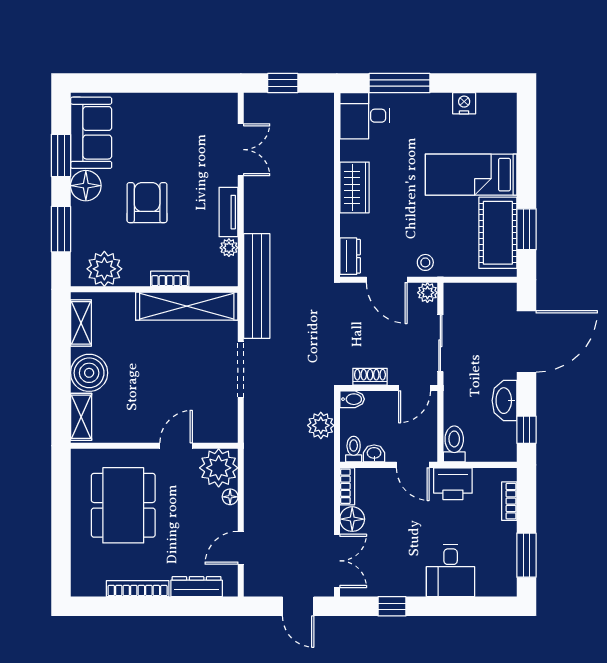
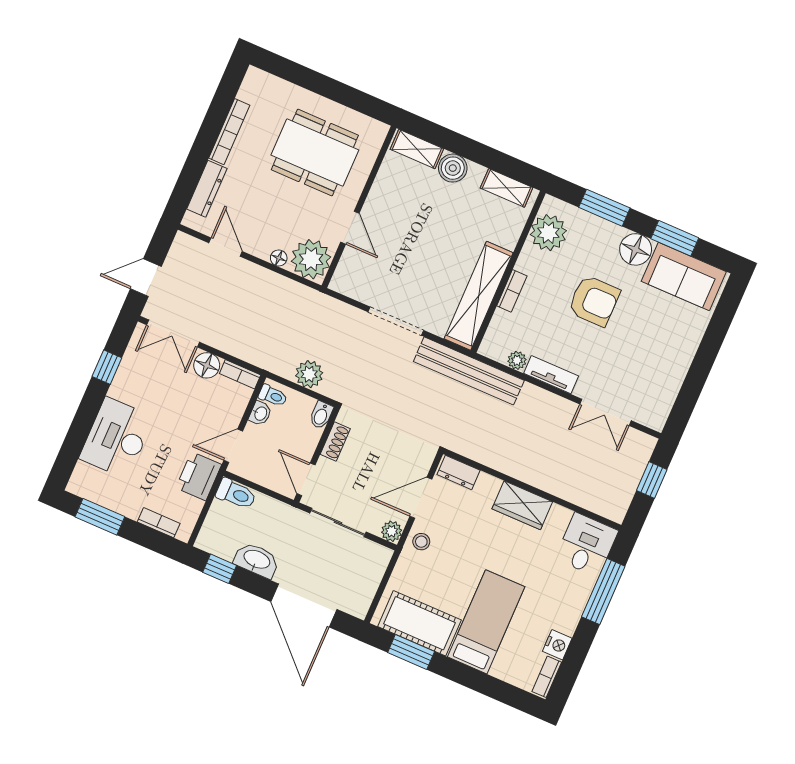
bookcase: (496, 100) -> (547, 677), added
boiler: (89, 373) -> (453, 168), width x0.73, depth x0.73
desk: (451, 571) -> (117, 438), width x1.37

